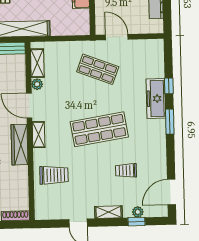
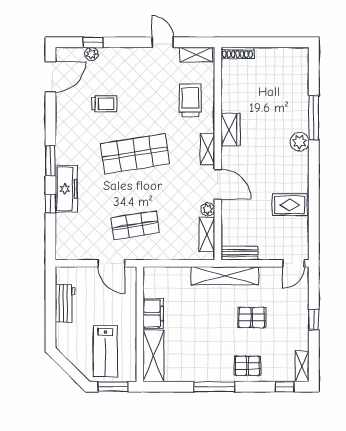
shop shelf: (98, 69) -> (135, 225), turned -30
wardrobe: (20, 145) -> (230, 130), width x0.67
trolley: (54, 175) -> (190, 100), turned 90
shelving: (108, 212) -> (196, 55), moved

